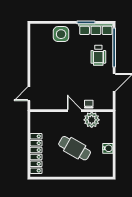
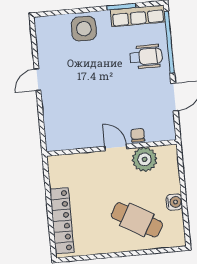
wheelchair: (98, 55) -> (146, 57), turned -90
door: (29, 94) -> (37, 80), moved
cafe table: (75, 148) -> (137, 220), moved

